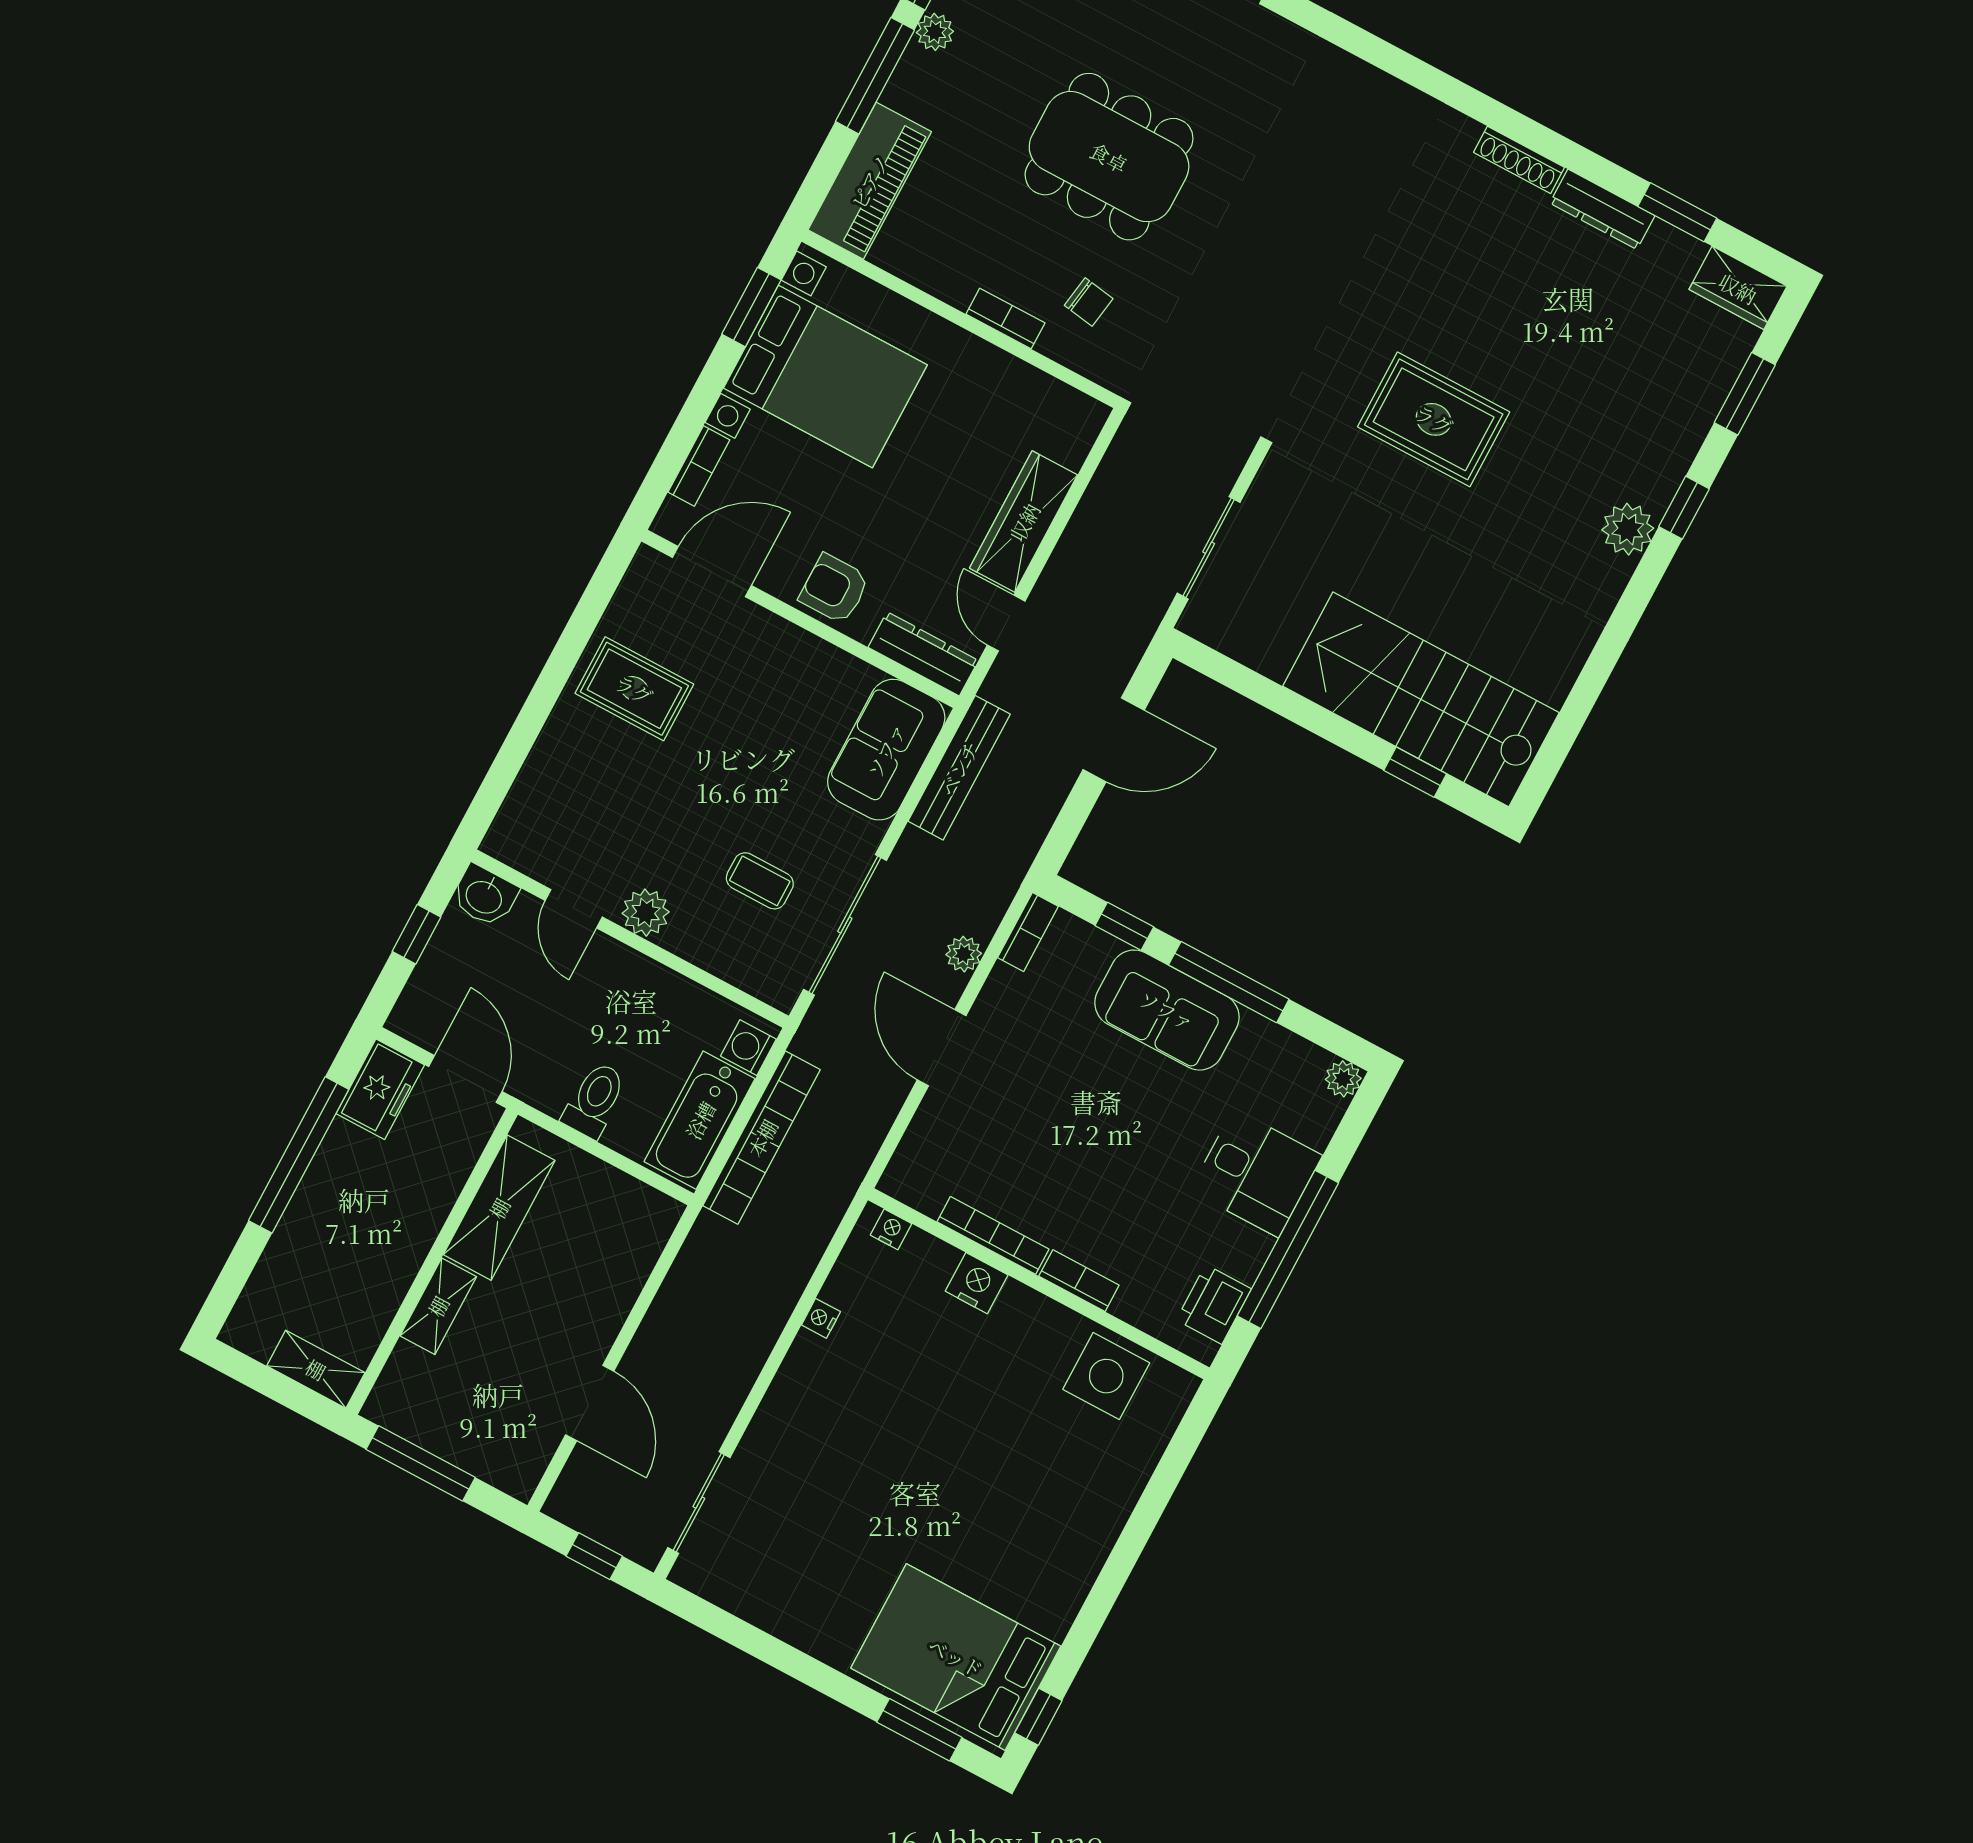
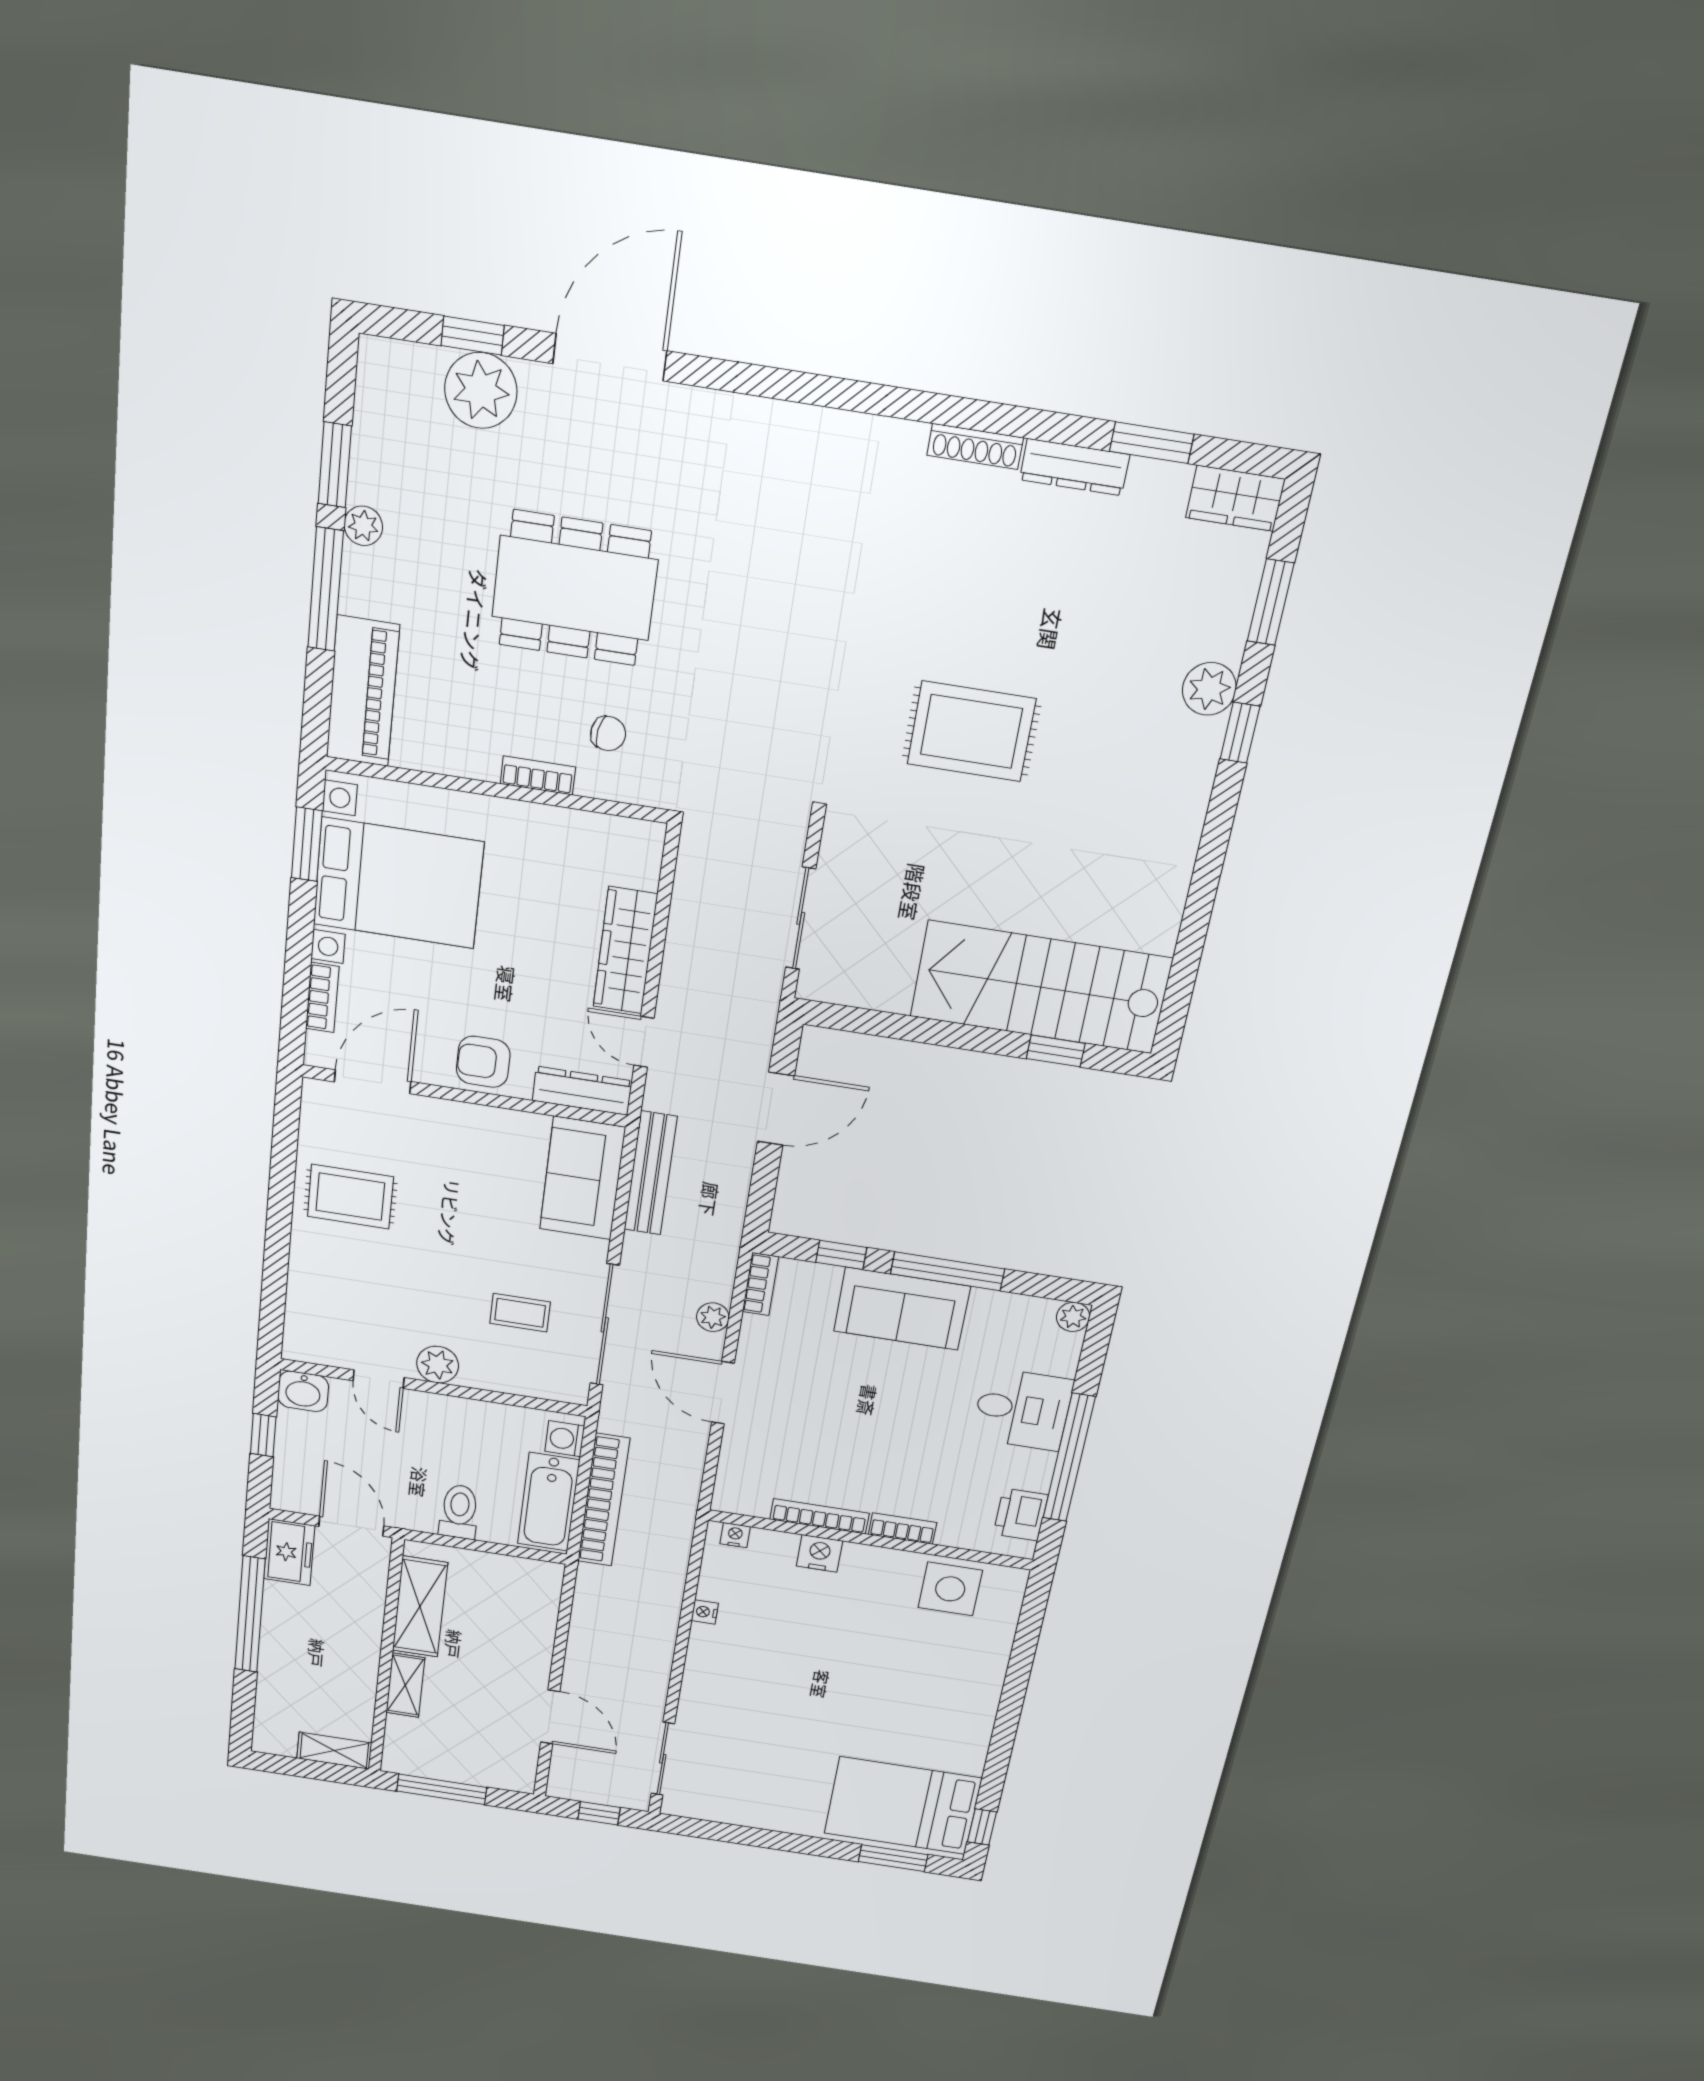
plant: (1628, 529) -> (1209, 689), moved

